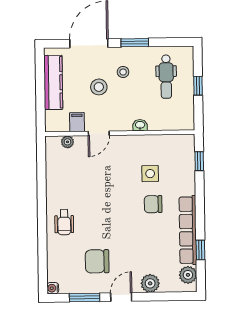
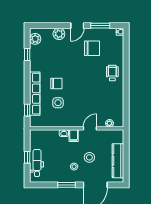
dental chair: (166, 77) -> (37, 163), moved
filing cabinet: (77, 122) -> (74, 136), moved
row of seats: (188, 230) -> (35, 94), moved

